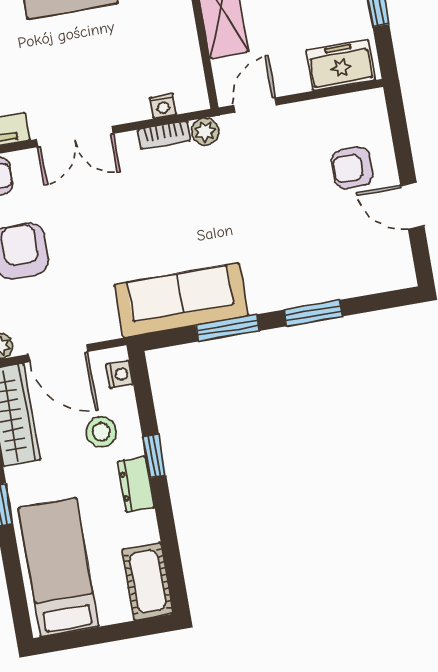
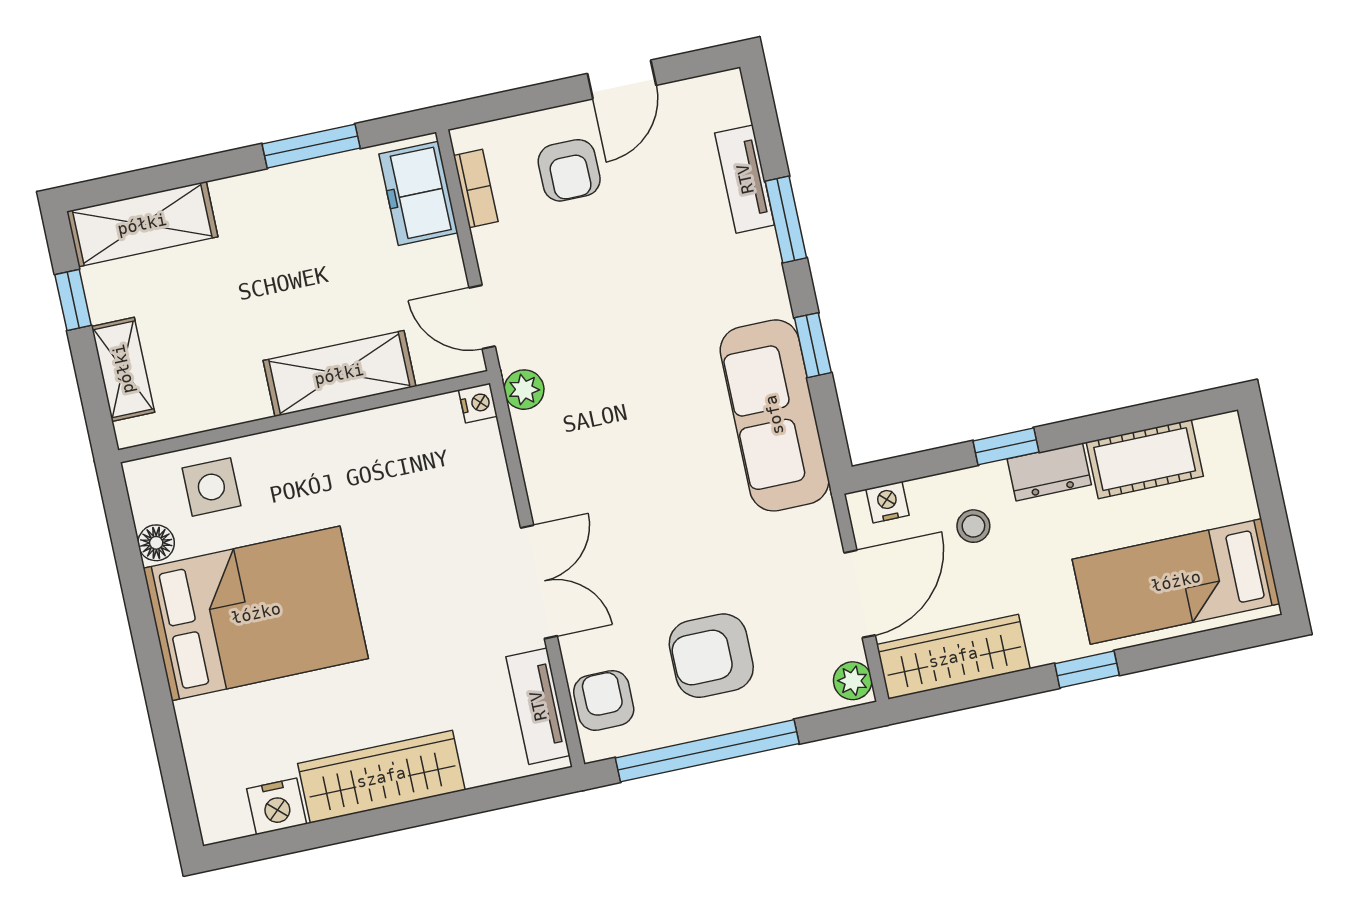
nightstand: (163, 106) -> (478, 403), moved
bookcase: (164, 135) -> (476, 189), moved
tv unit: (342, 286) -> (745, 179), added
window: (228, 328) -> (813, 345), width x0.67
stool: (101, 432) -> (973, 526), width x0.73, depth x0.73
cot: (148, 581) -> (1145, 459), moved

